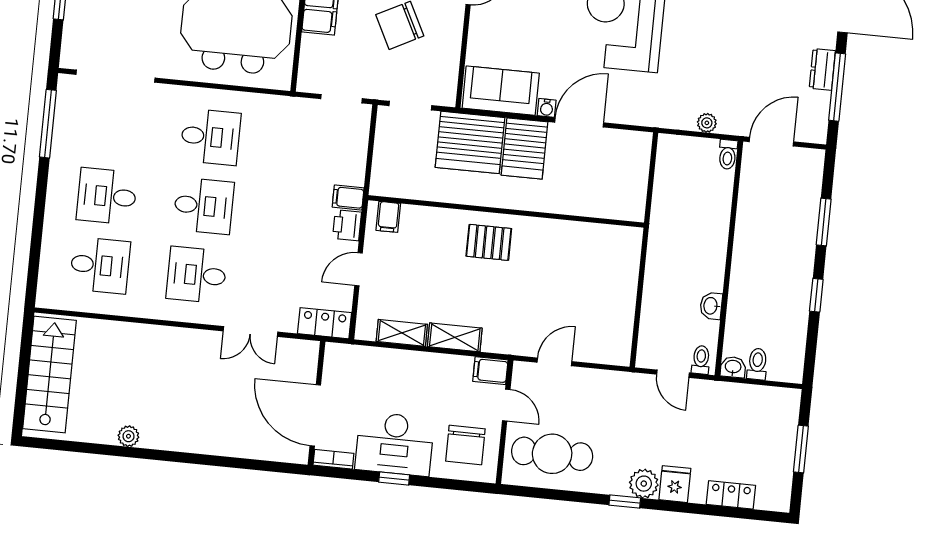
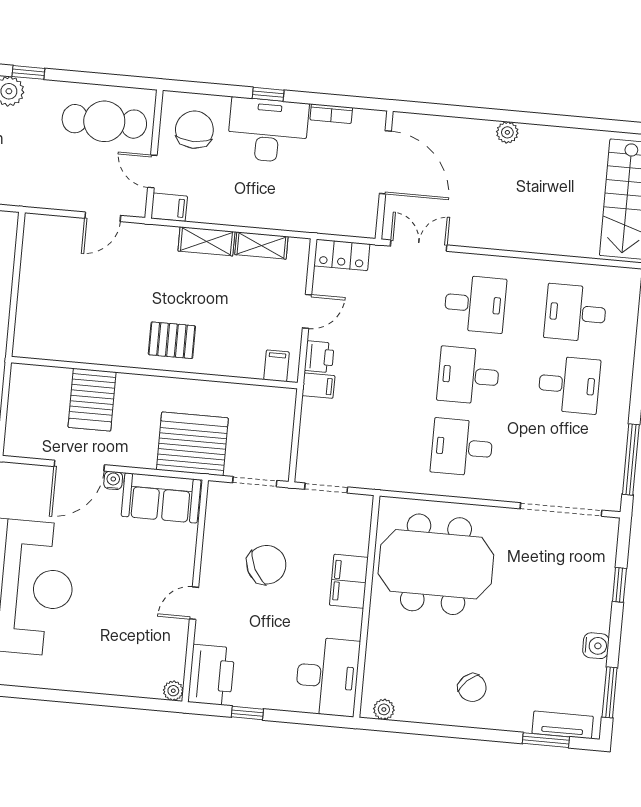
server rack: (524, 149) -> (92, 400), moved, turned 180
wall: (317, 403) -> (384, 175), moved
door: (315, 415) -> (385, 162), moved
plant: (128, 436) -> (507, 132), moved

